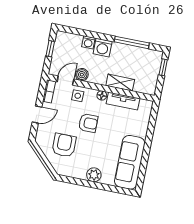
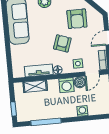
washing machine: (103, 48) -> (66, 85), moved, turned 180
shelving: (120, 83) -> (35, 86), moved
armchair: (88, 123) -> (62, 43), turned 109

